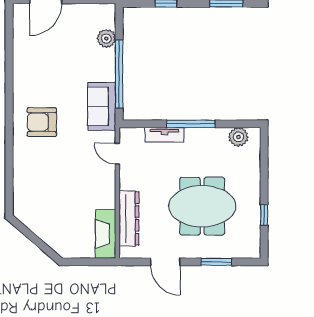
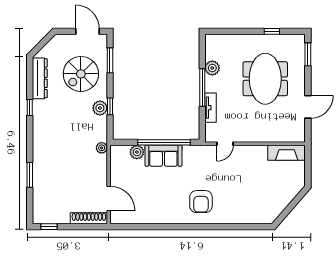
sofa: (102, 106) -> (163, 156), moved
plant: (238, 137) -> (212, 68), moved
dresser: (129, 218) -> (275, 135), removed
window: (216, 262) -> (308, 54), moved

